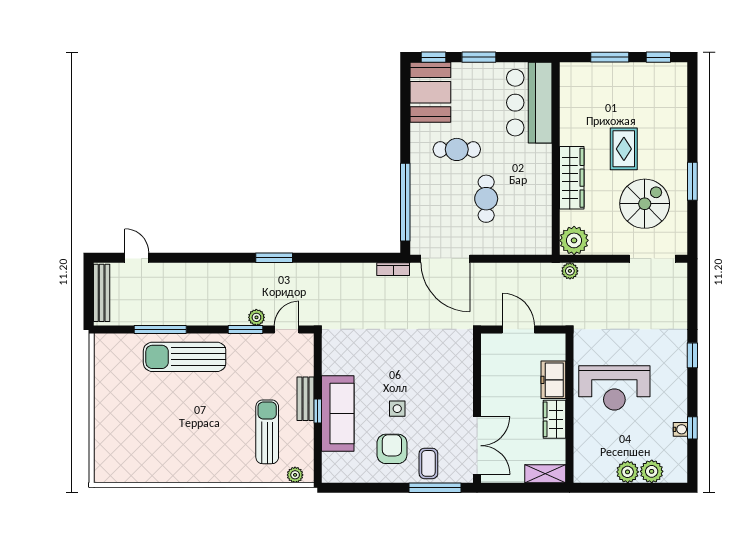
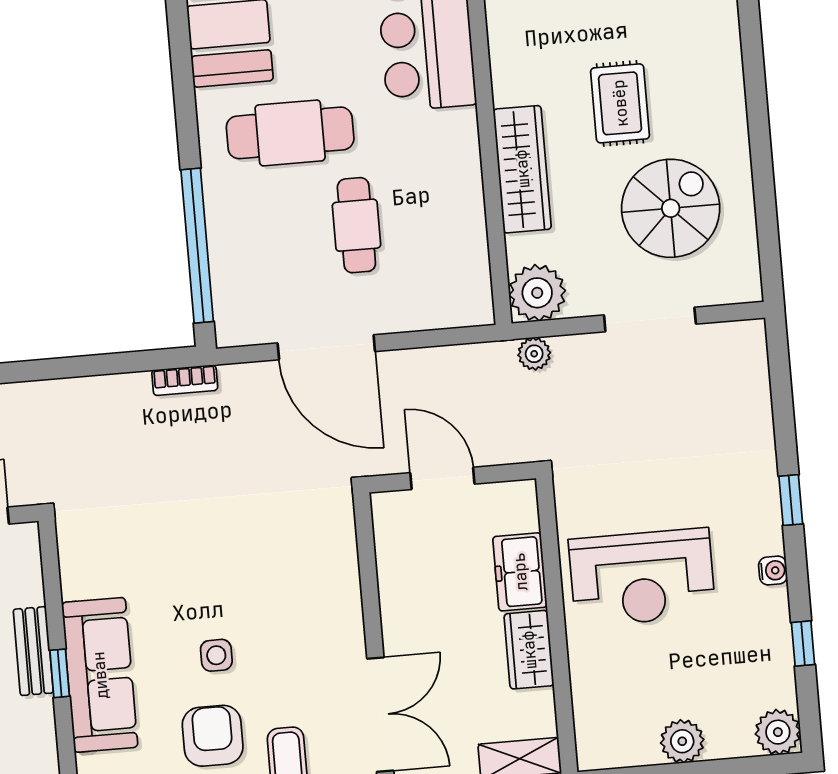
cafe table: (457, 149) -> (290, 133), width x1.37, depth x1.35
window: (692, 181) -> (761, 156), removed
door: (445, 259) -> (326, 347), moved
doorway: (653, 259) -> (650, 320), moved
water cooler: (680, 429) -> (773, 571), moved
plant: (652, 471) -> (778, 732), moved

